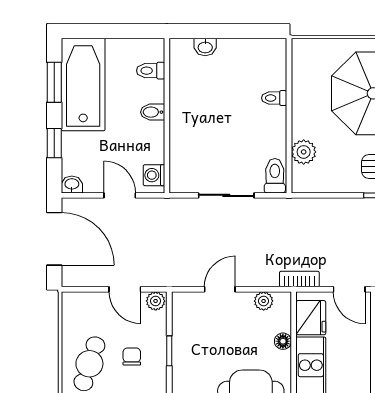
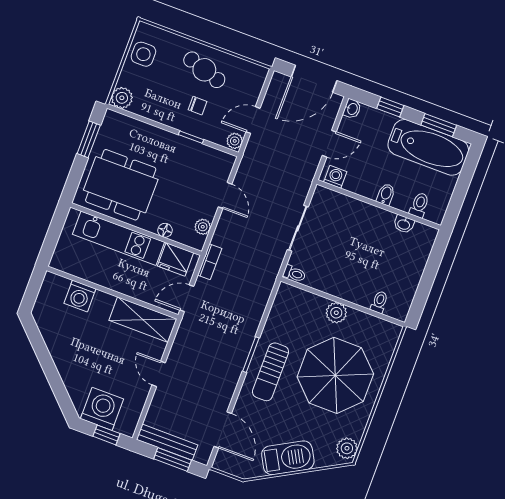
washbasin: (205, 47) -> (404, 224), moved, turned -90
toilet: (274, 98) -> (379, 302), moved
plant: (304, 152) -> (336, 313), moved
toilet: (275, 176) -> (294, 274), width x0.73, depth x0.72

